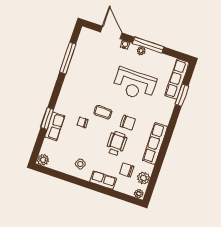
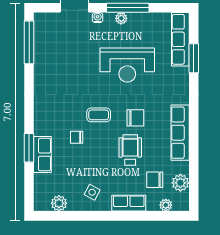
window: (68, 58) -> (29, 42), moved
plant: (43, 160) -> (59, 203), moved
plant: (139, 194) -> (166, 205), moved

